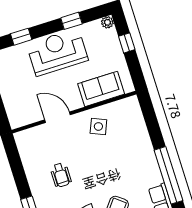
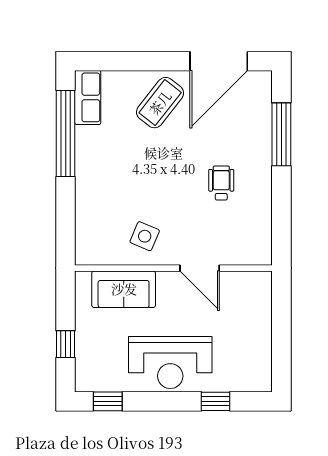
window: (71, 21) -> (108, 401), moved
plant: (107, 22) -> (84, 383), removed

